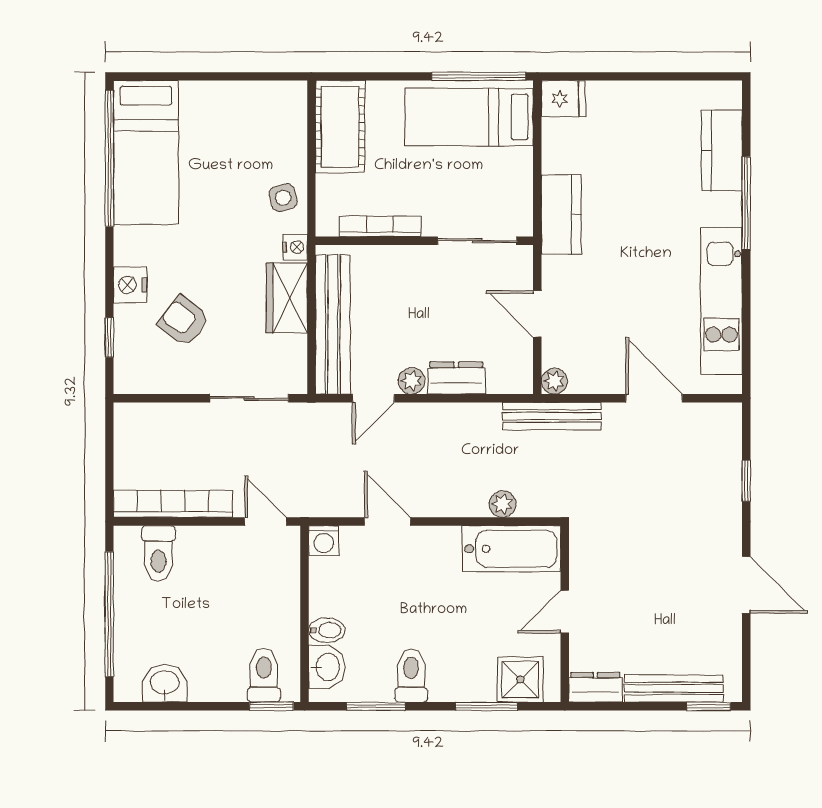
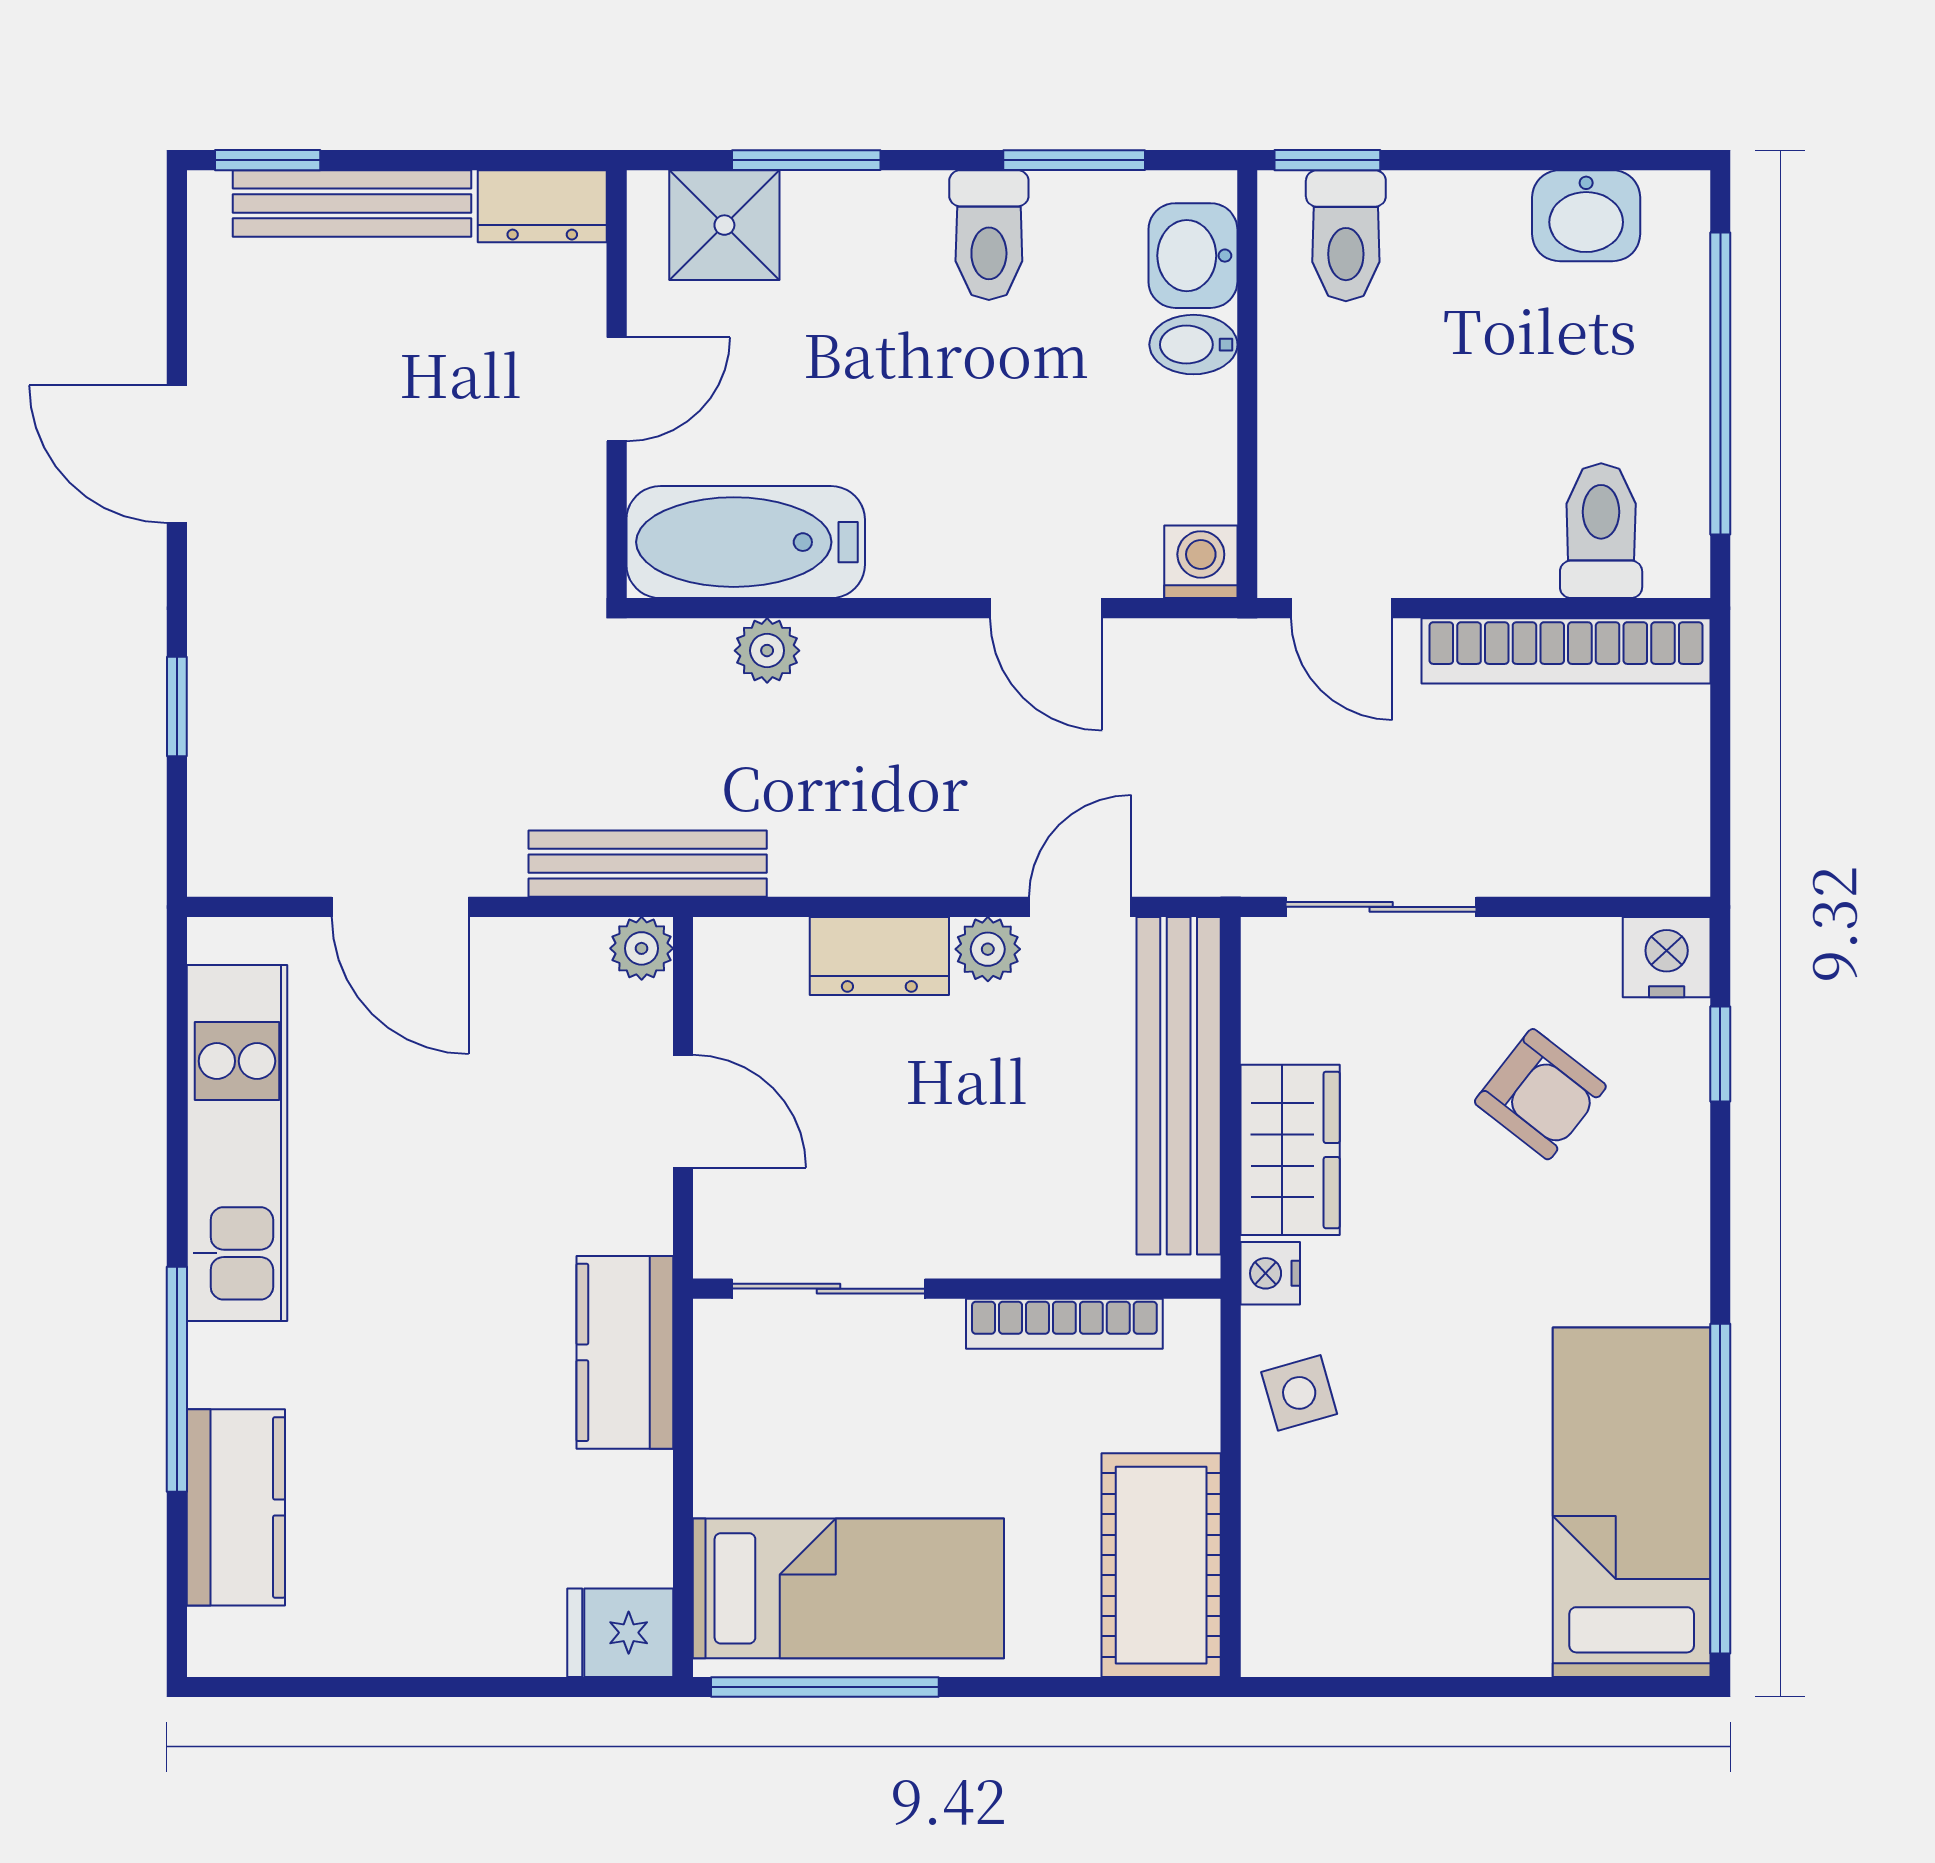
nightstand: (130, 285) -> (1667, 957), moved, turned -90

